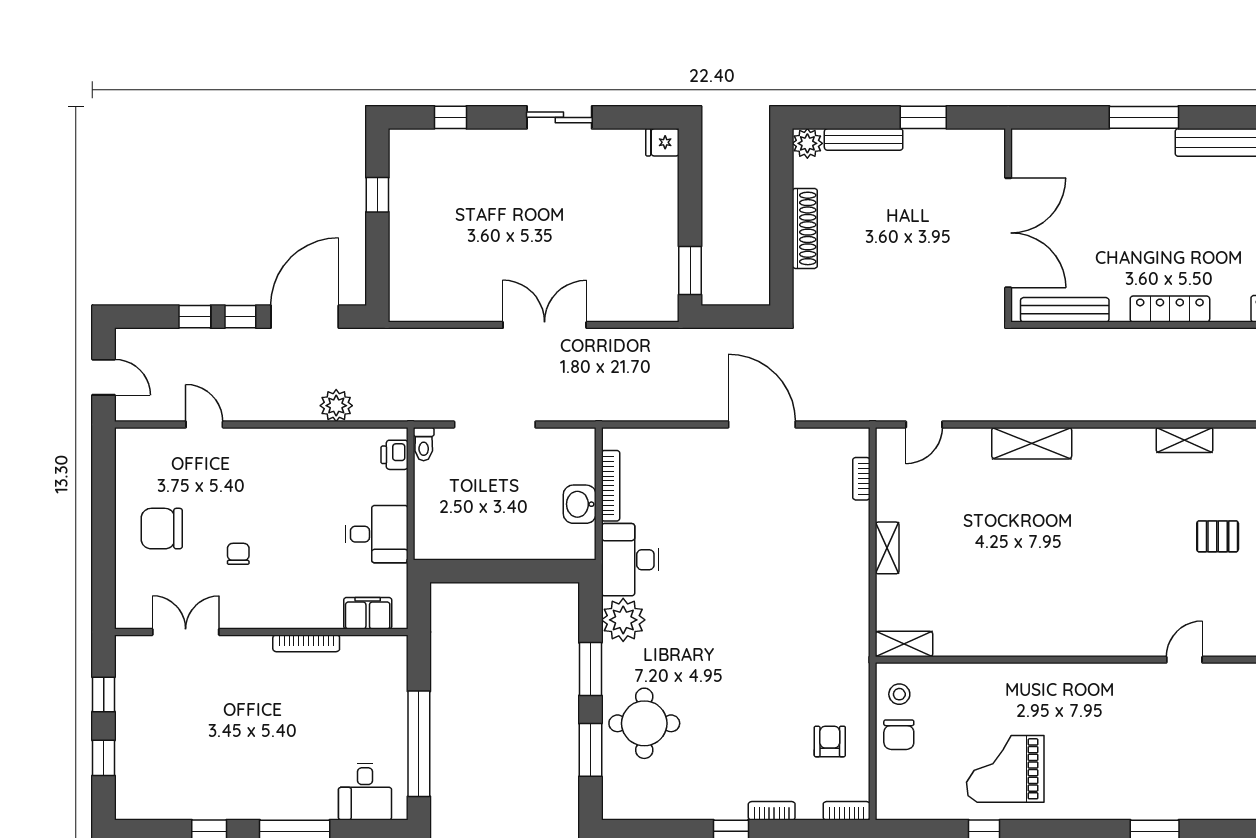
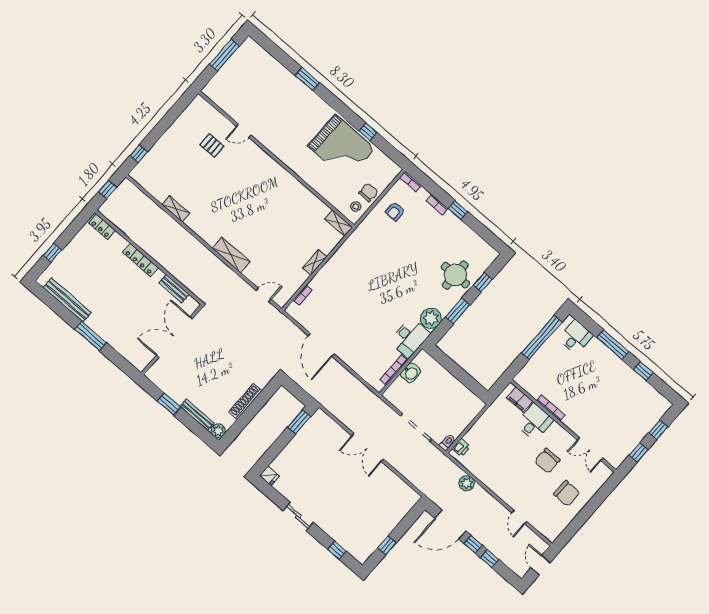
bench: (1065, 310) -> (174, 288), width x0.73
desk: (377, 534) -> (534, 422), moved, turned 90
pallet: (1218, 536) -> (212, 145), moved
chair: (238, 554) -> (547, 461), width x1.87, depth x1.87
window: (590, 750) -> (483, 282), width x0.67
grand piano: (1005, 769) -> (341, 147), width x1.37, depth x1.48

